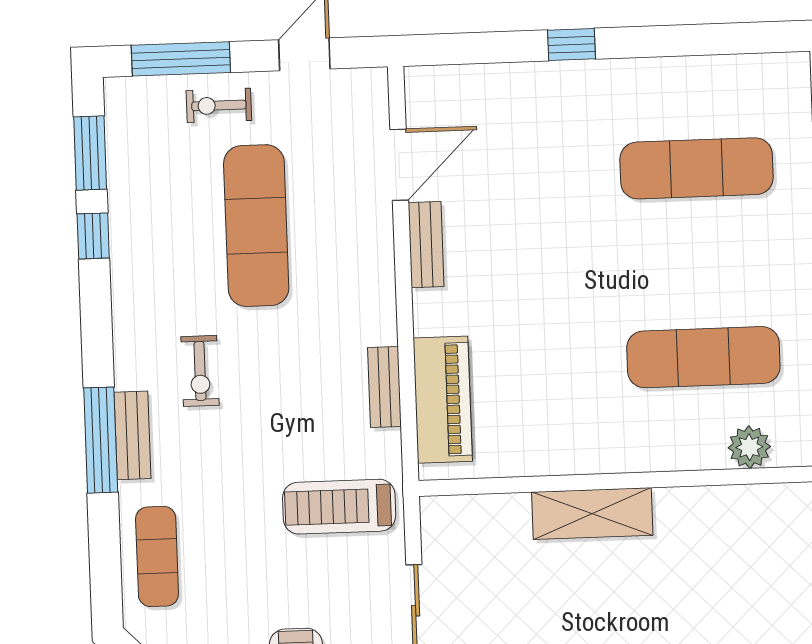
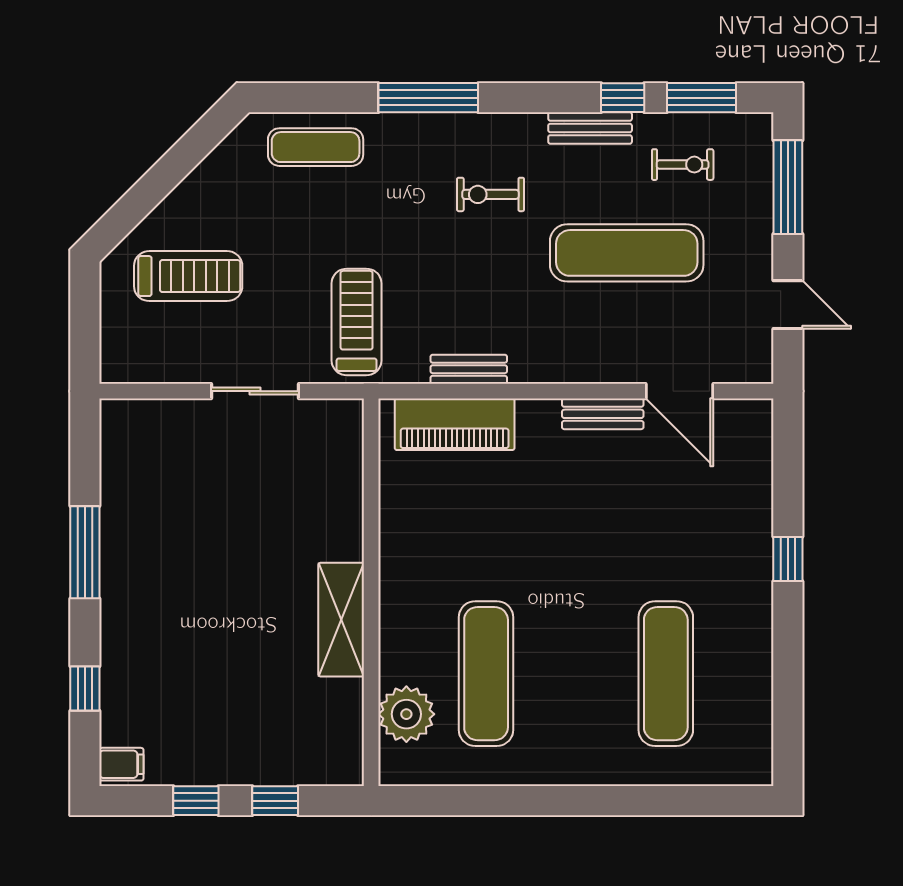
exercise bike: (219, 105) -> (683, 165), moved, turned 90
bench: (132, 435) -> (590, 128), moved
plant: (749, 447) -> (406, 714), width x1.36, depth x1.36
shelving: (592, 514) -> (341, 620), moved

